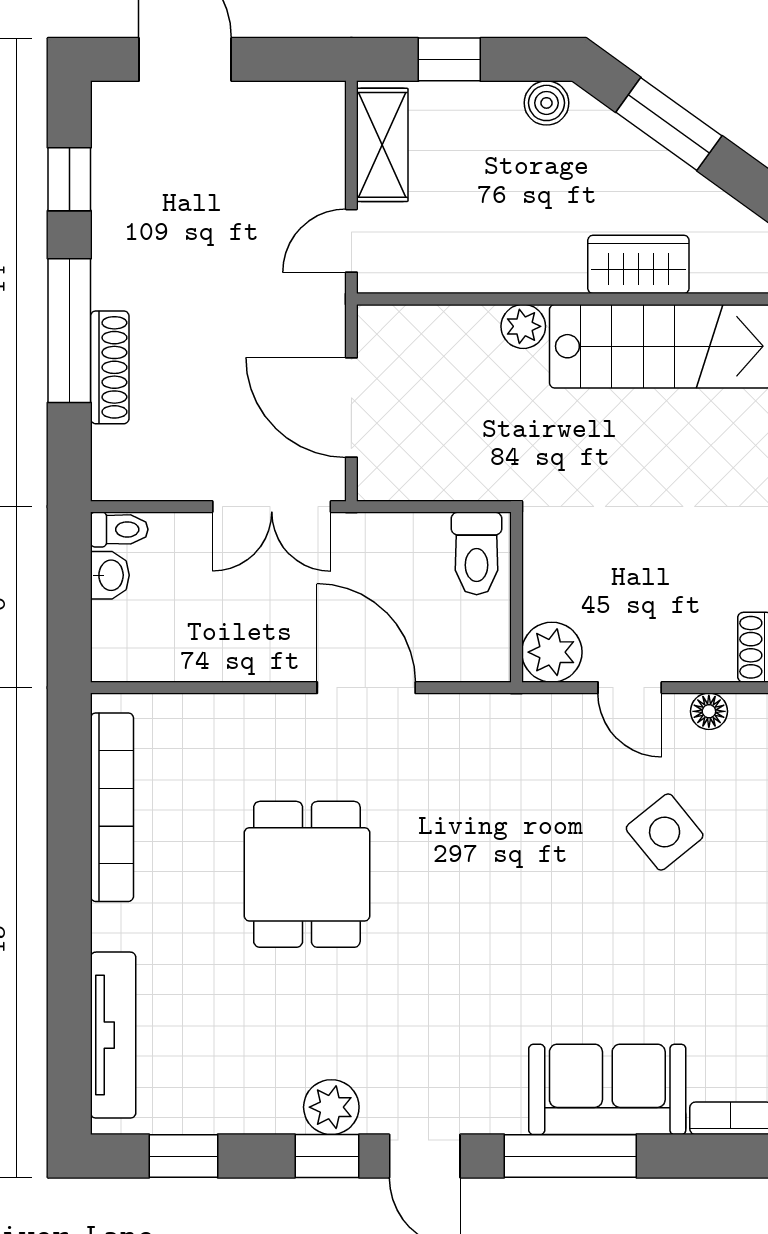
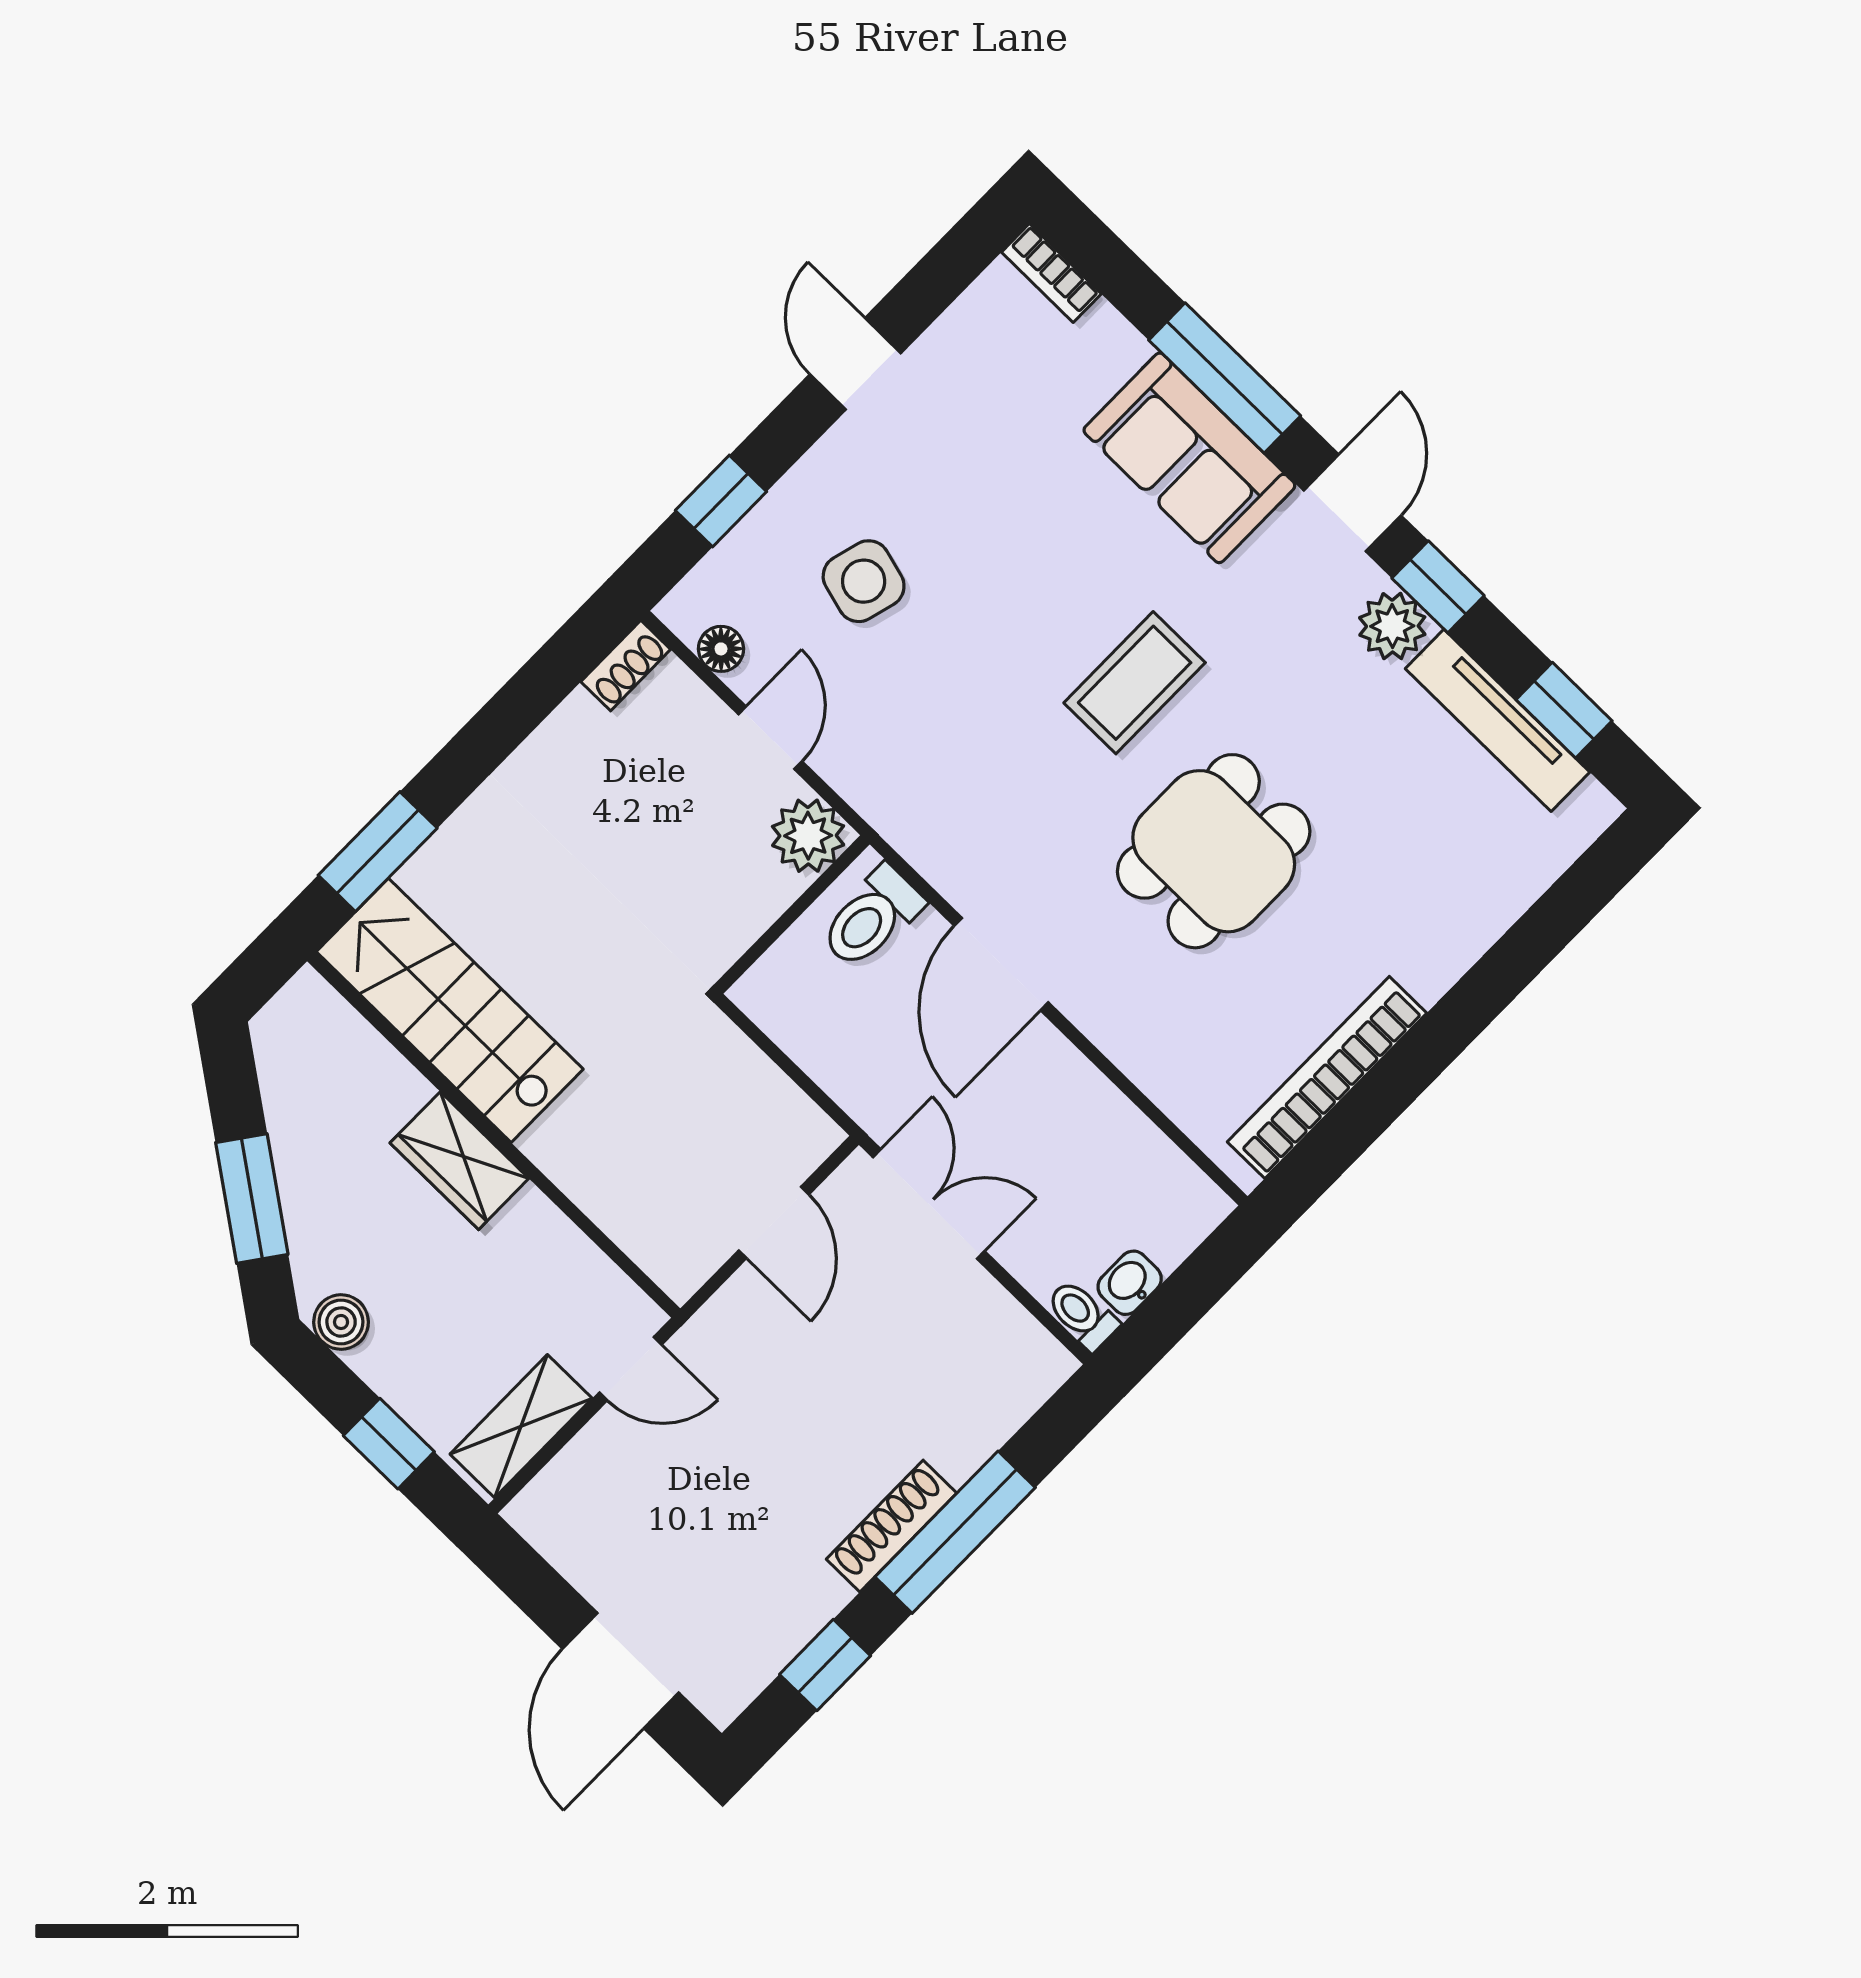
wardrobe: (638, 264) -> (459, 1161), moved
plant: (523, 326) -> (553, 1146), removed
shoe rack: (110, 367) -> (892, 1526), moved
door: (351, 408) -> (774, 1222), width x0.73
toilet: (477, 553) -> (872, 917), moved, turned 180
side table: (665, 832) -> (864, 581), turned -36
coffee table: (449, 927) -> (1135, 683), added
tv unit: (113, 1035) -> (1497, 720), moved, turned -90
sofa: (607, 1089) -> (1189, 458), moved

